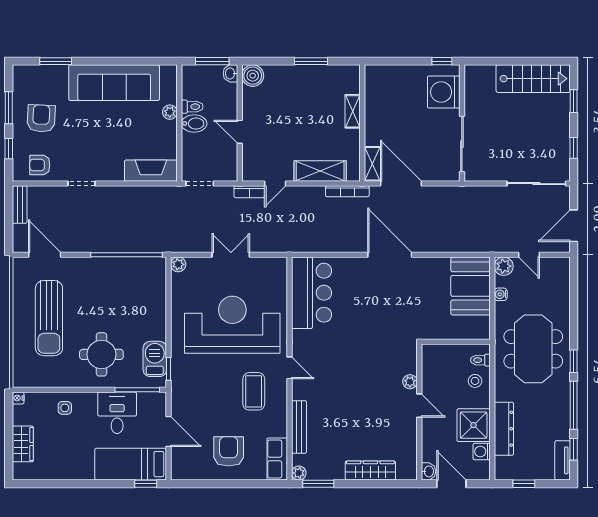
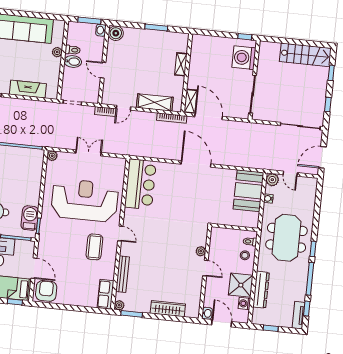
fireplace: (151, 171) -> (28, 89), moved
armchair: (229, 451) -> (46, 291), moved

